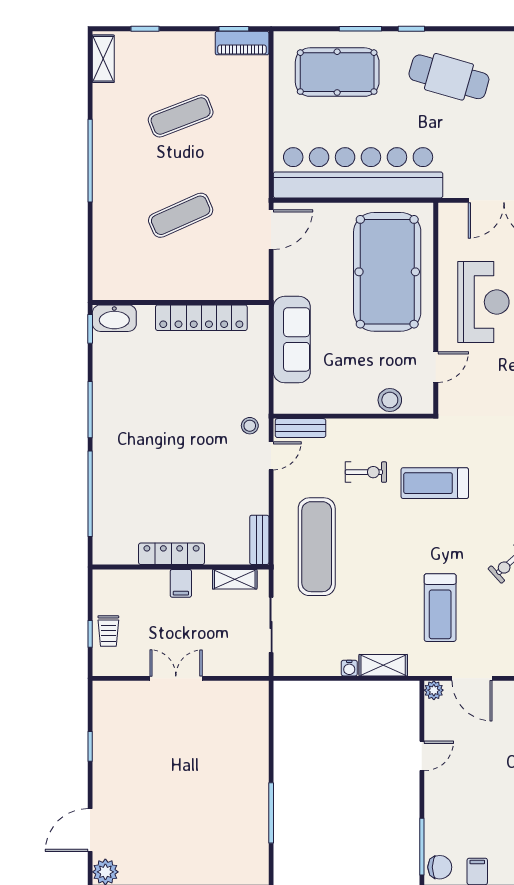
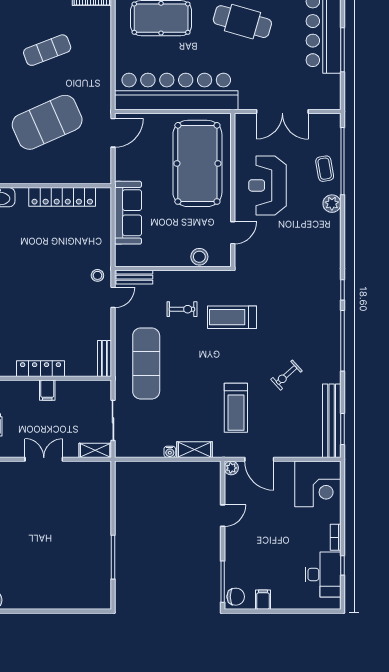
exercise mat: (181, 215) -> (47, 122), width x2.00, depth x1.45
reception desk: (483, 302) -> (267, 185), turned 180
shelving: (235, 579) -> (95, 450), moved

